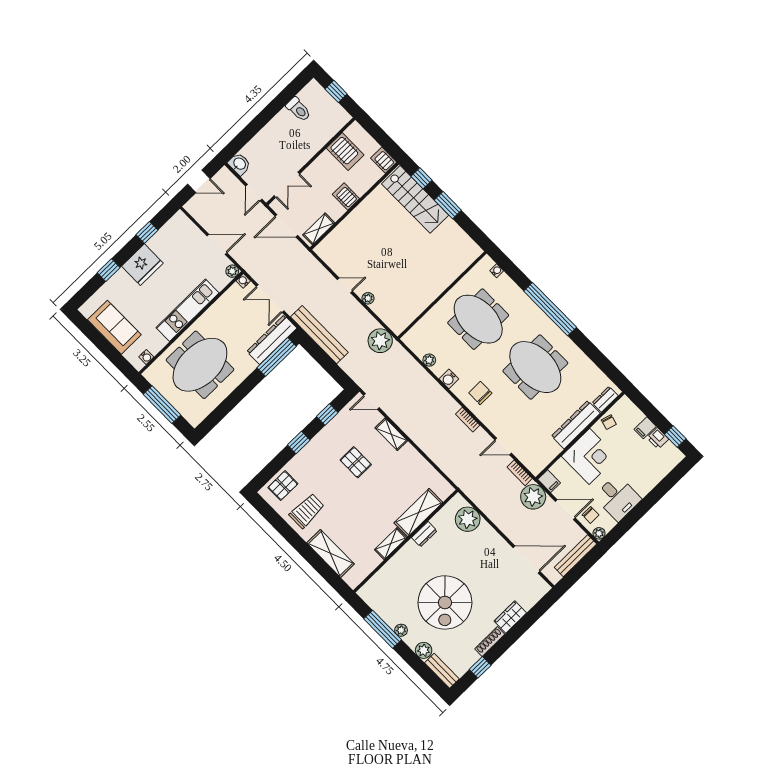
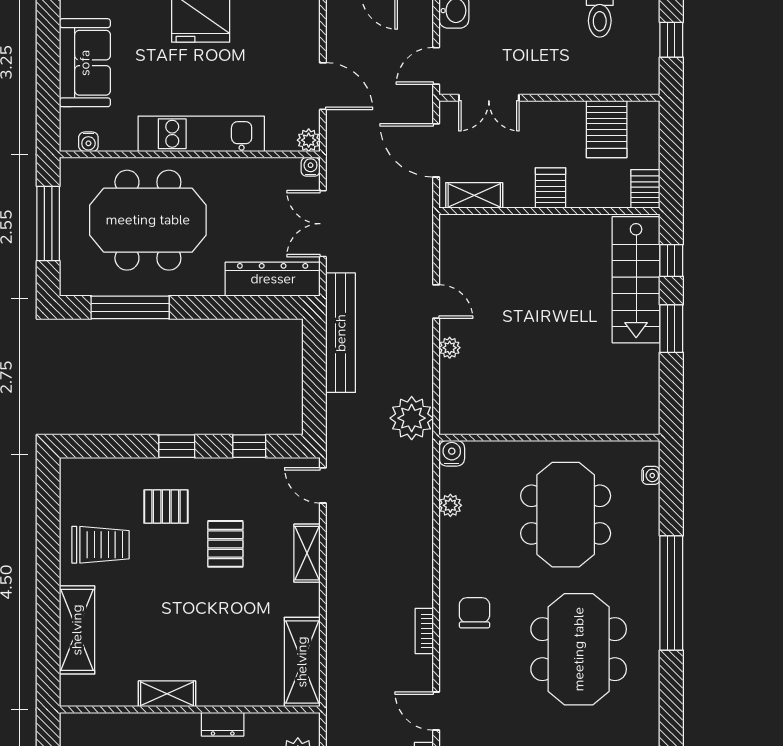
window: (277, 357) -> (130, 307), moved
water cooler: (449, 379) -> (452, 453), moved, turned 90
pallet: (283, 486) -> (166, 507), moved
shelving: (418, 513) -> (302, 662), moved, turned 90

